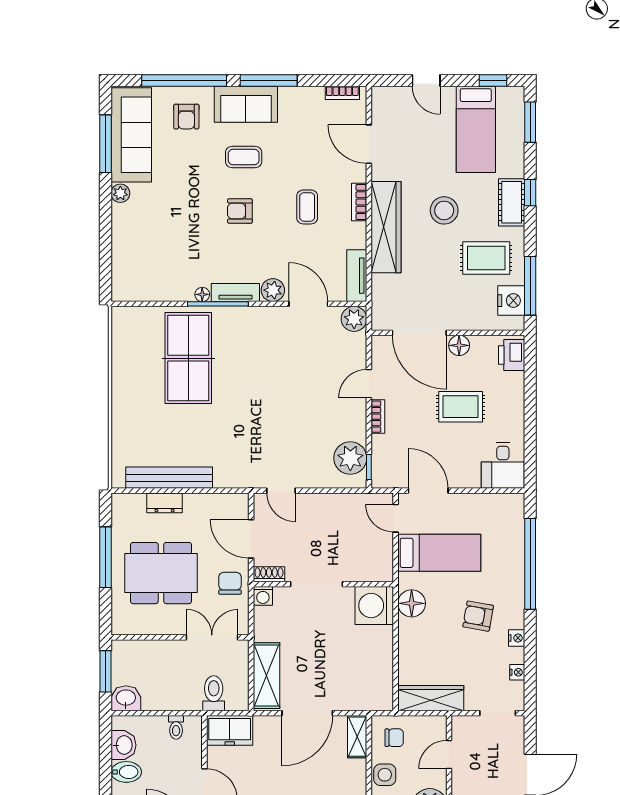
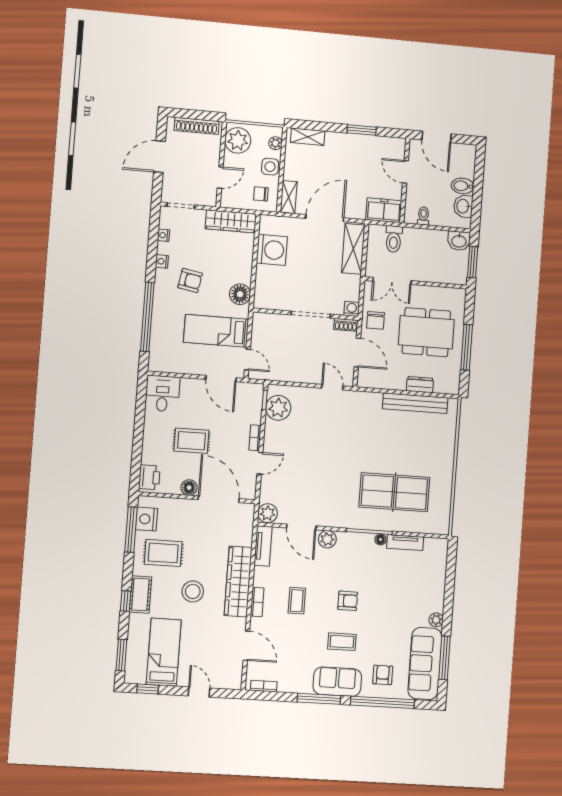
tv unit: (235, 293) -> (405, 543), moved
table tennis table: (188, 358) -> (394, 492), turned 90
washing machine: (374, 606) -> (272, 250), moved

